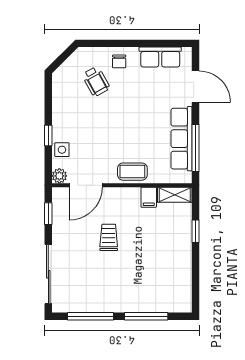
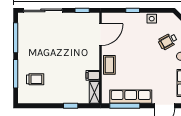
side table: (62, 150) -> (152, 19), moved
plant: (59, 176) -> (107, 18), removed
door: (86, 185) -> (101, 35), swing flipped
trolley: (109, 237) -> (35, 79), moved

